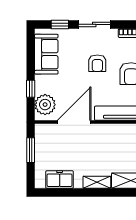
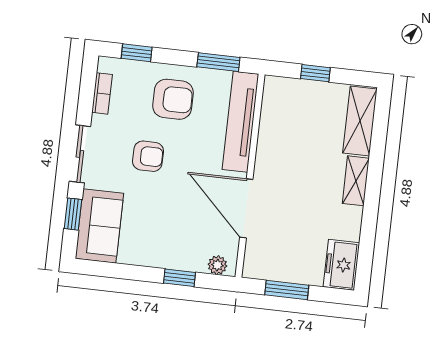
sofa: (46, 54) -> (99, 226), moved, turned 90
plant: (45, 105) -> (217, 265), width x0.53, depth x0.53
freezer: (60, 179) -> (341, 265), moved

